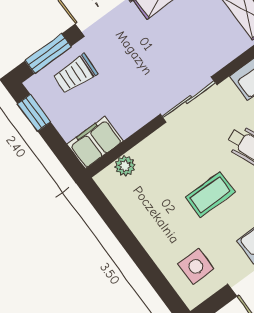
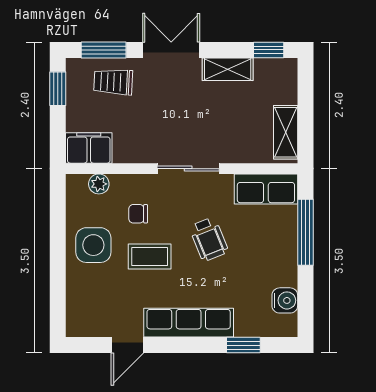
chair: (175, 167) -> (138, 214), added
side table: (196, 266) -> (93, 245), moved, width x1.37, depth x1.37

